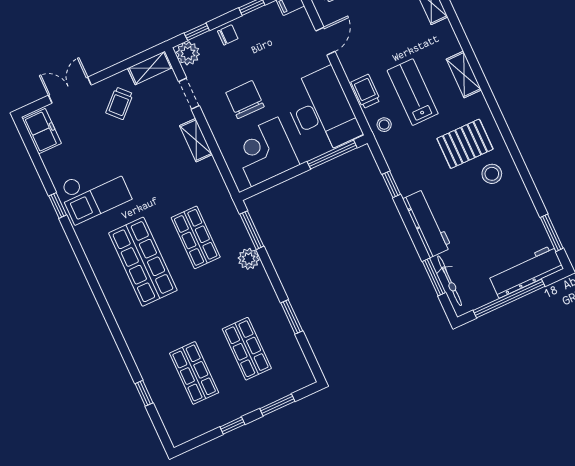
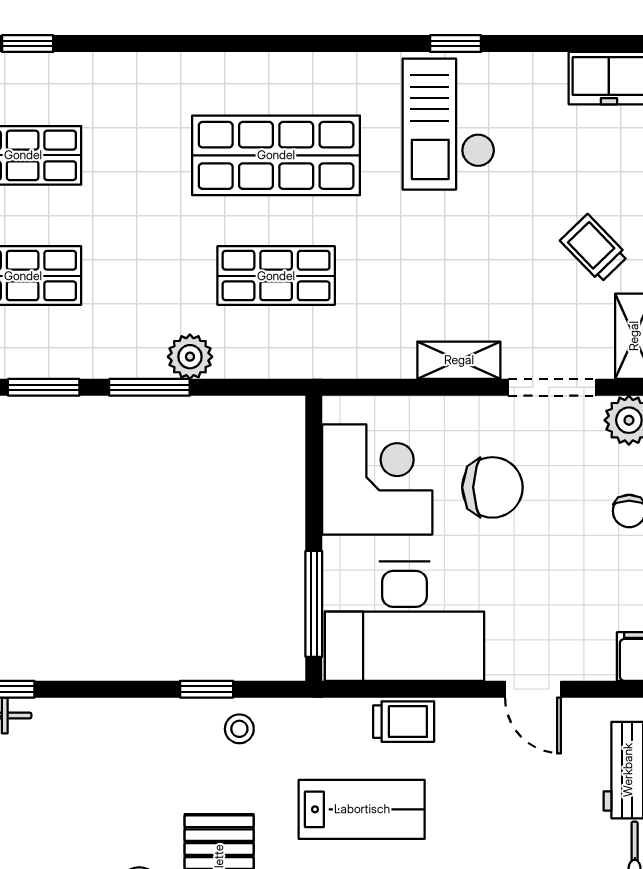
doorway: (189, 94) -> (552, 387), width x1.38
stool: (384, 125) -> (239, 729), moved
workbench: (427, 223) -> (102, 723), removed
window: (252, 230) -> (149, 387), moved

